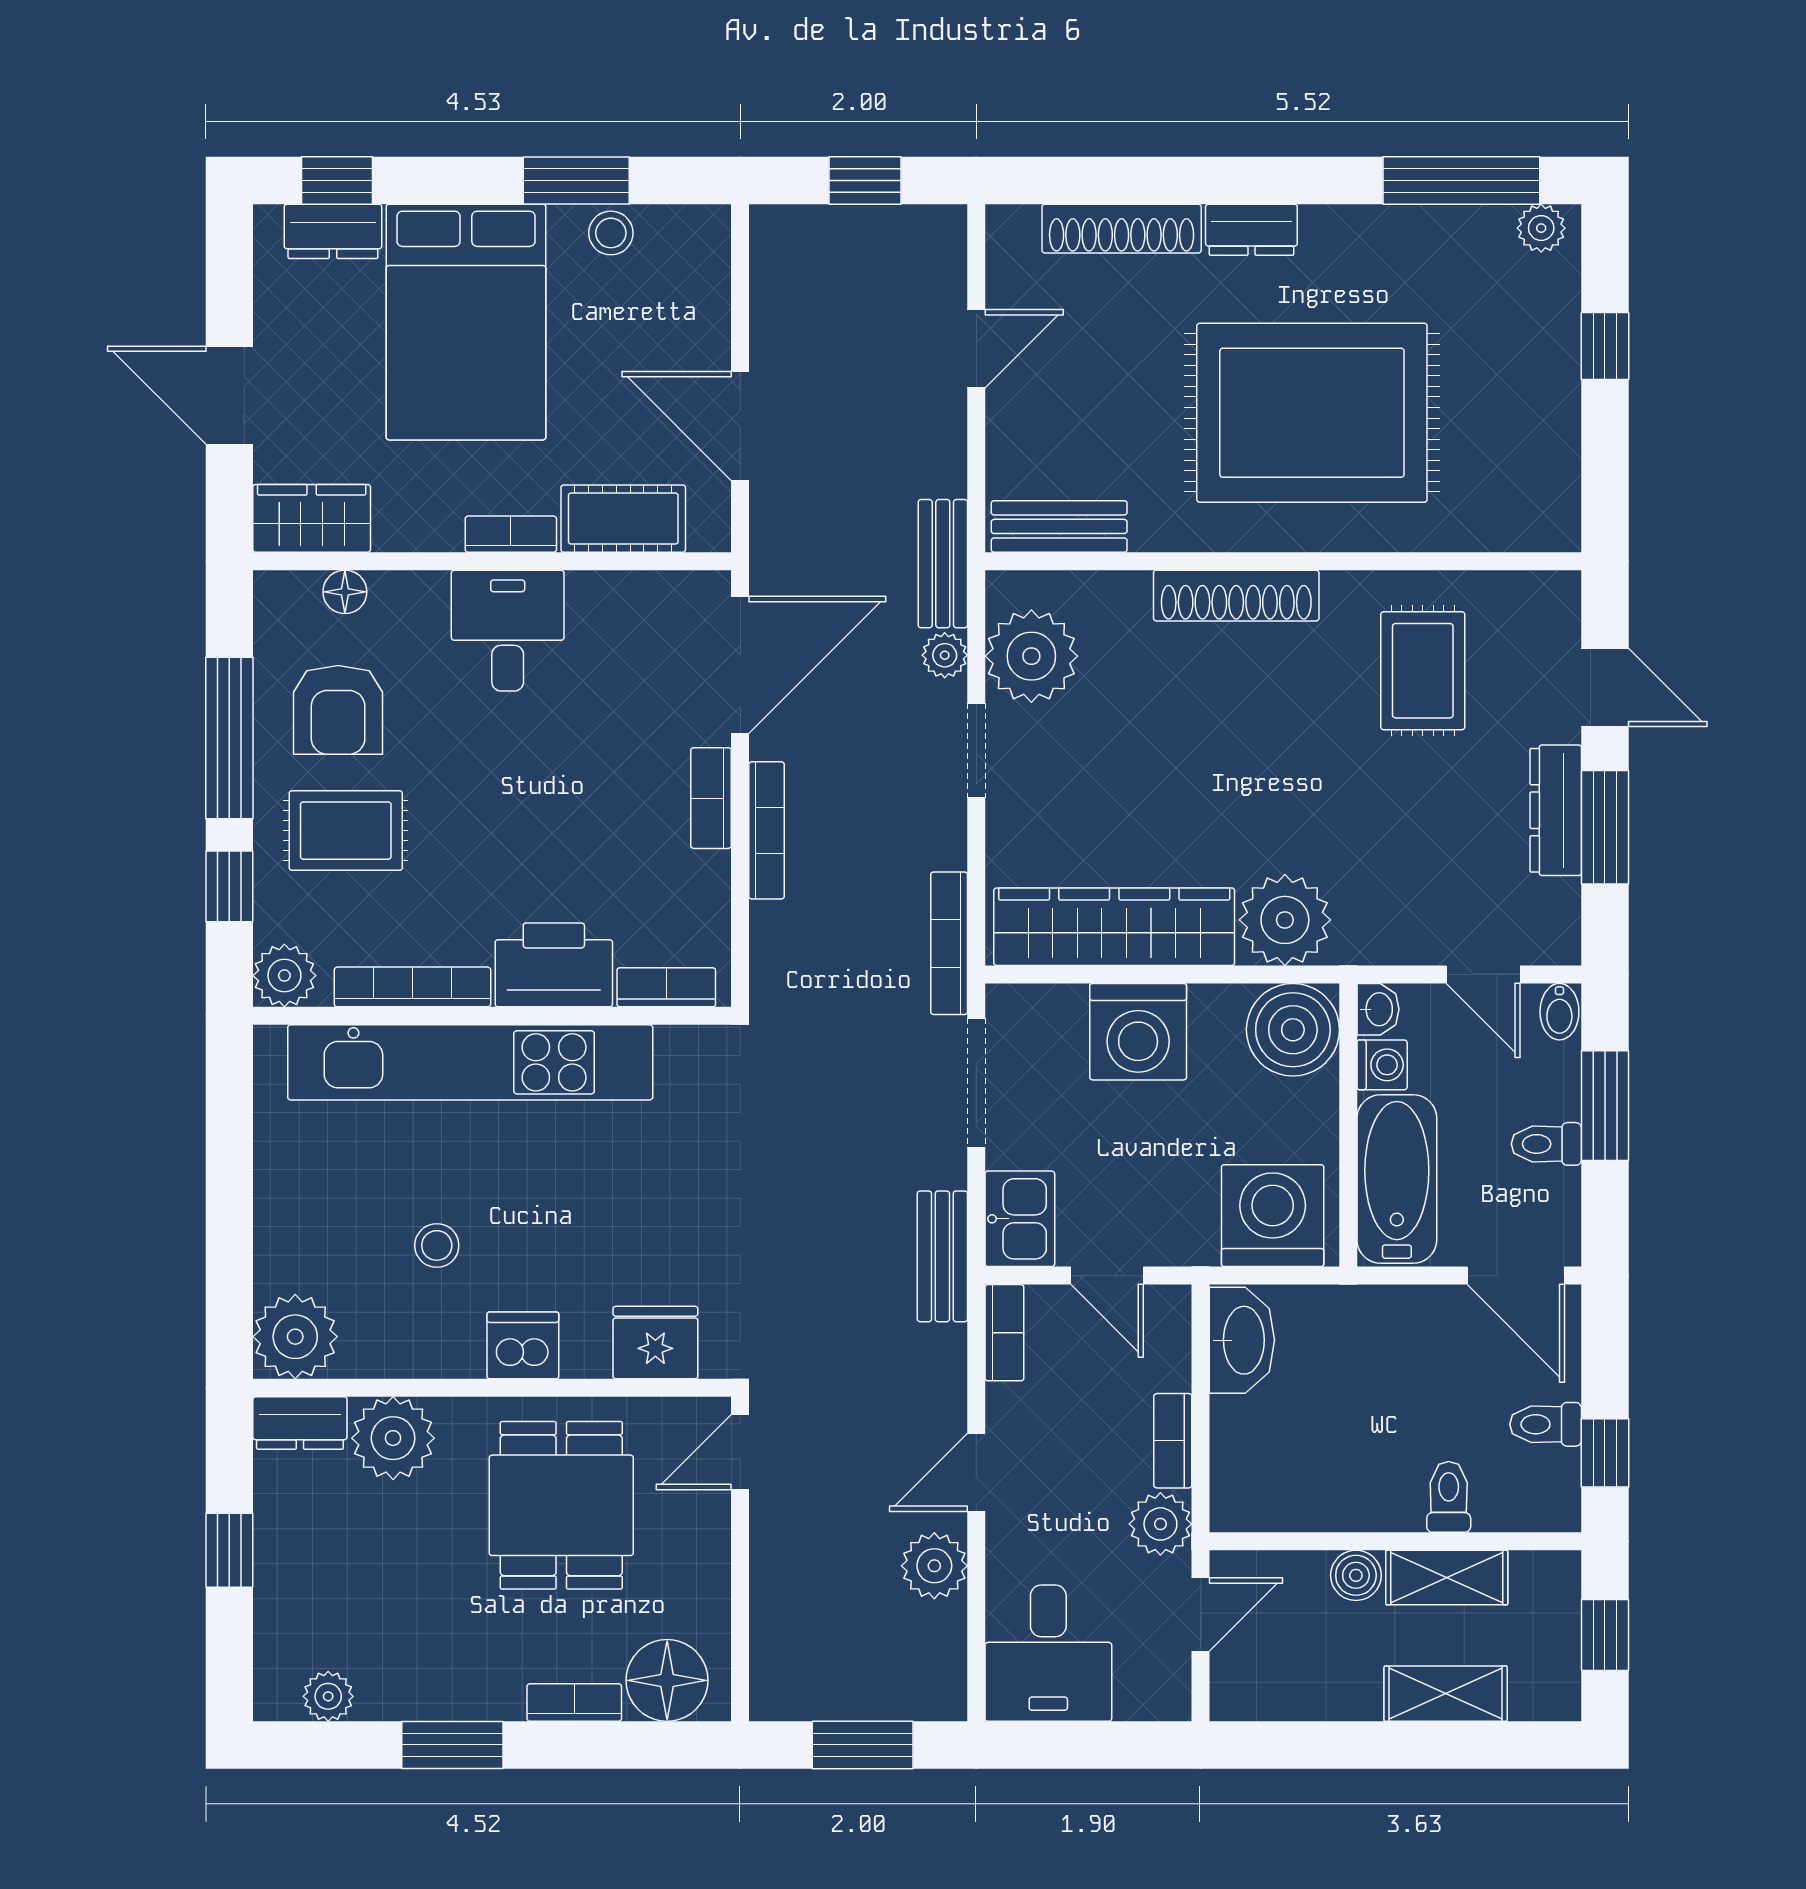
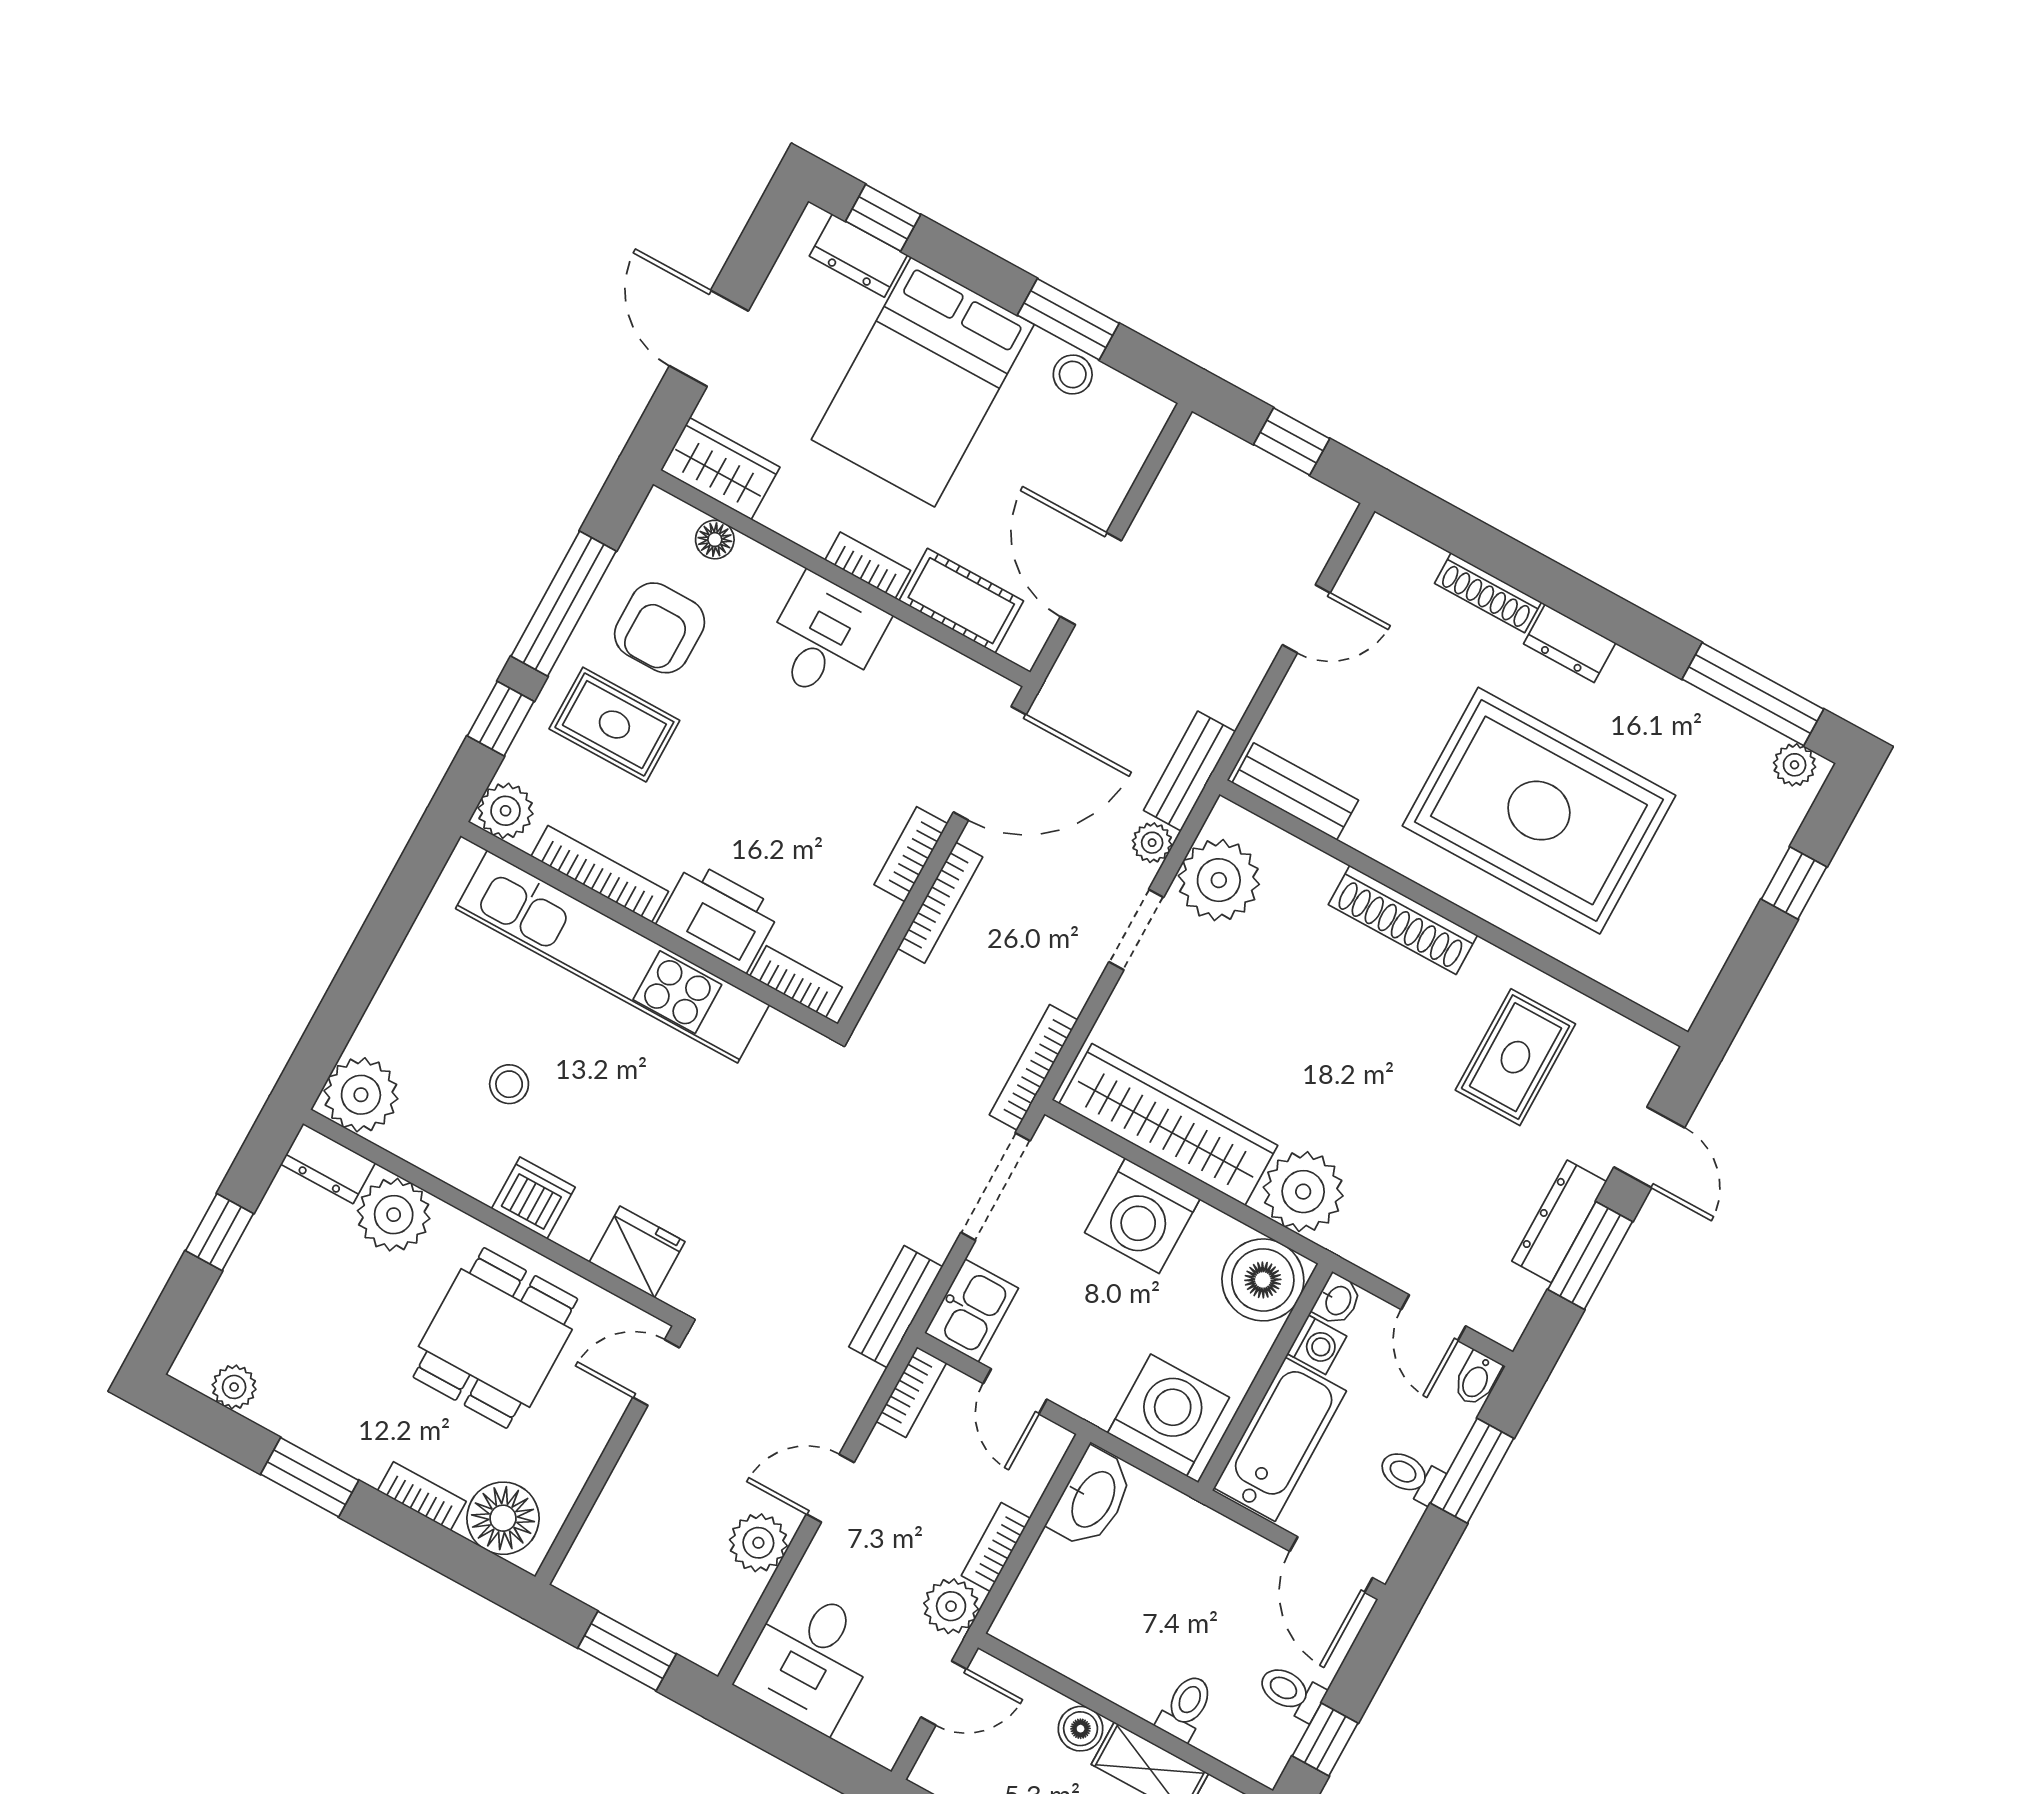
shoe rack: (1122, 229) -> (1488, 593), width x0.74, depth x0.81

